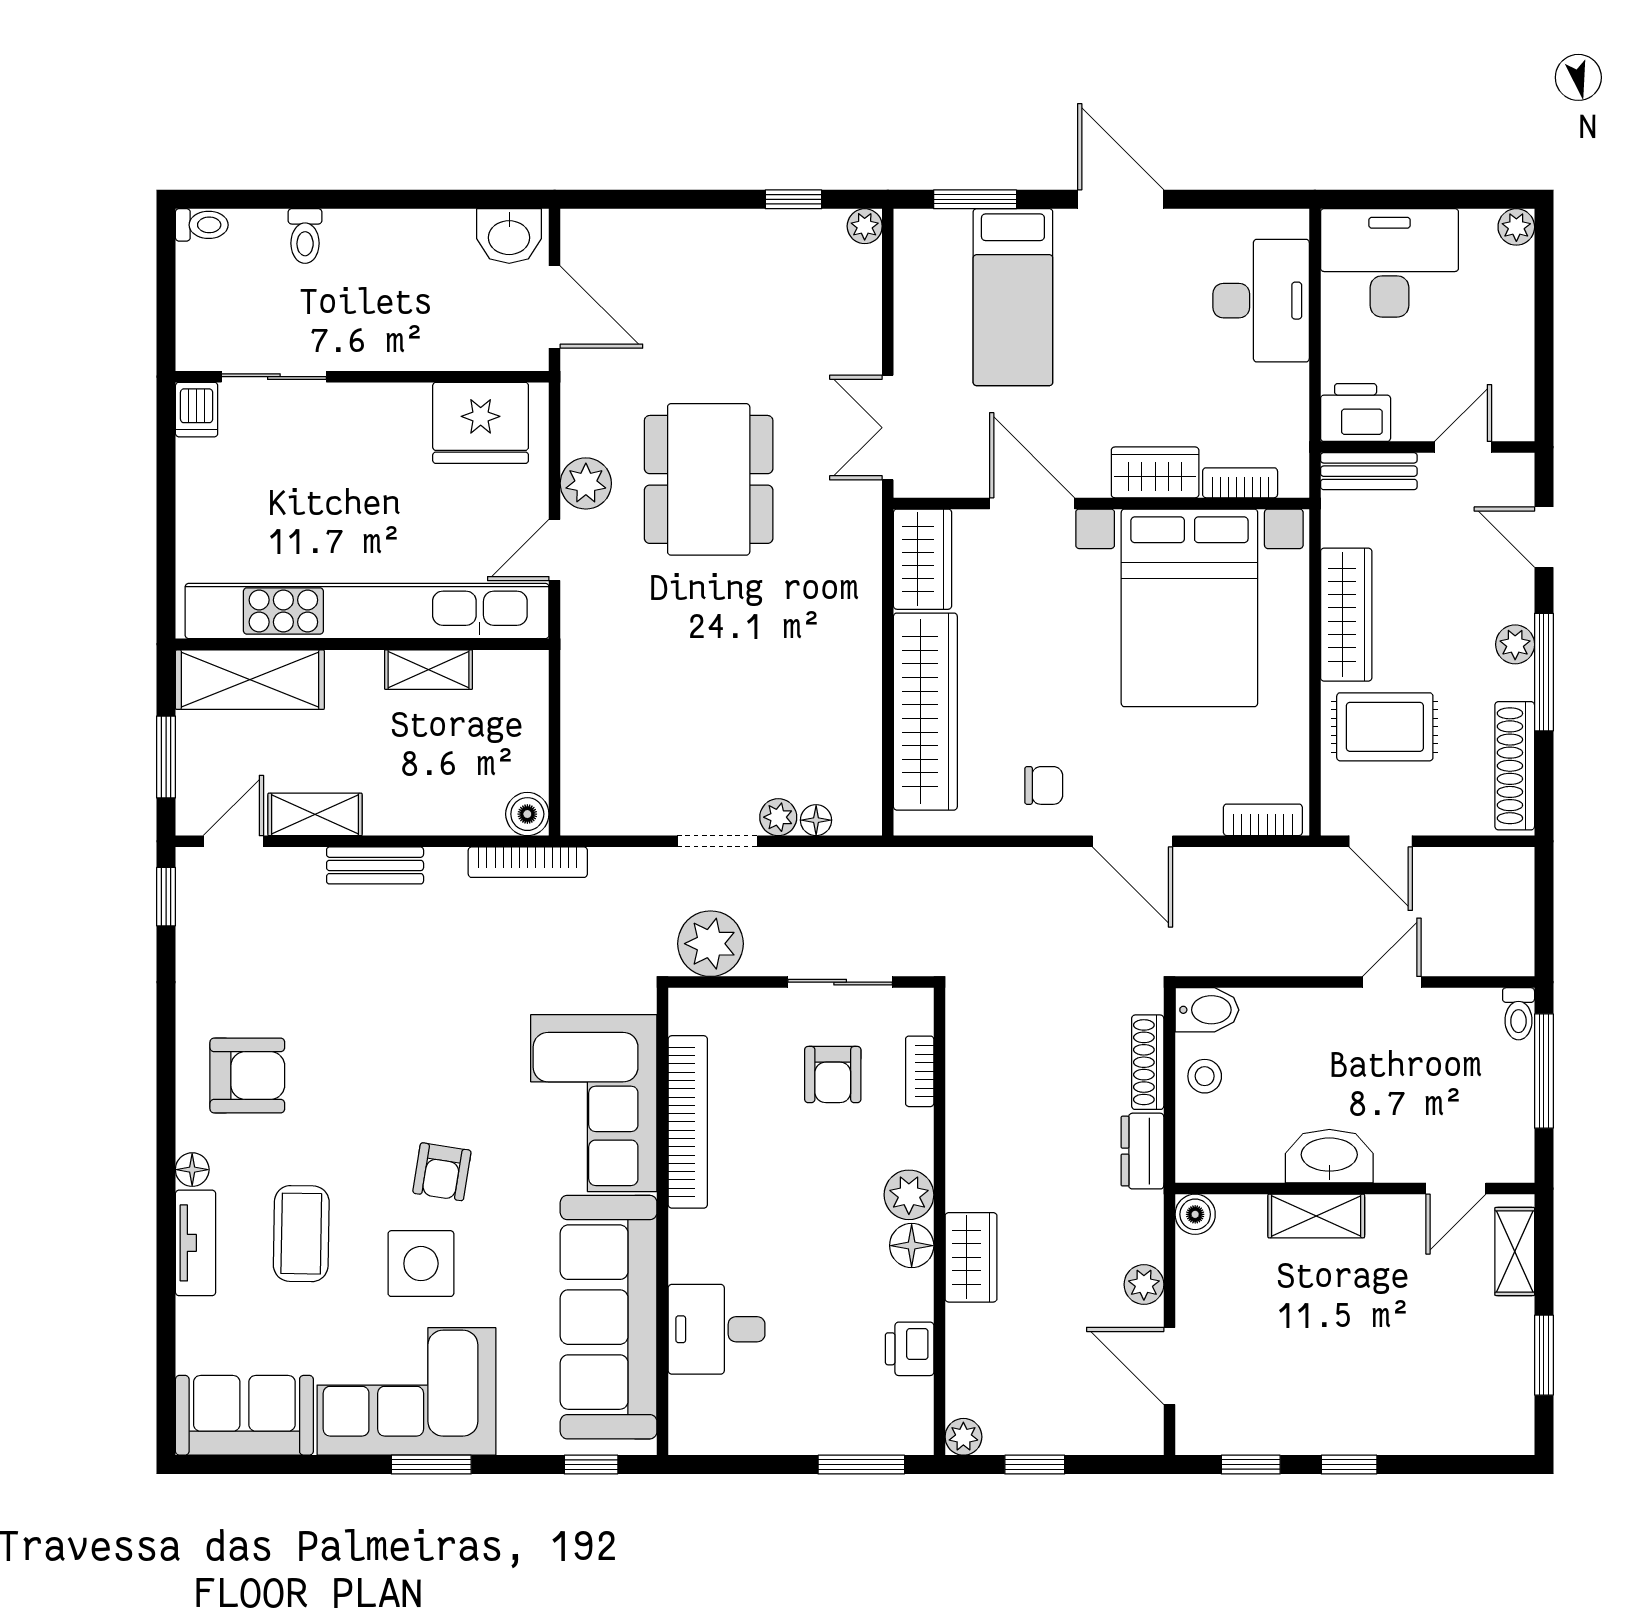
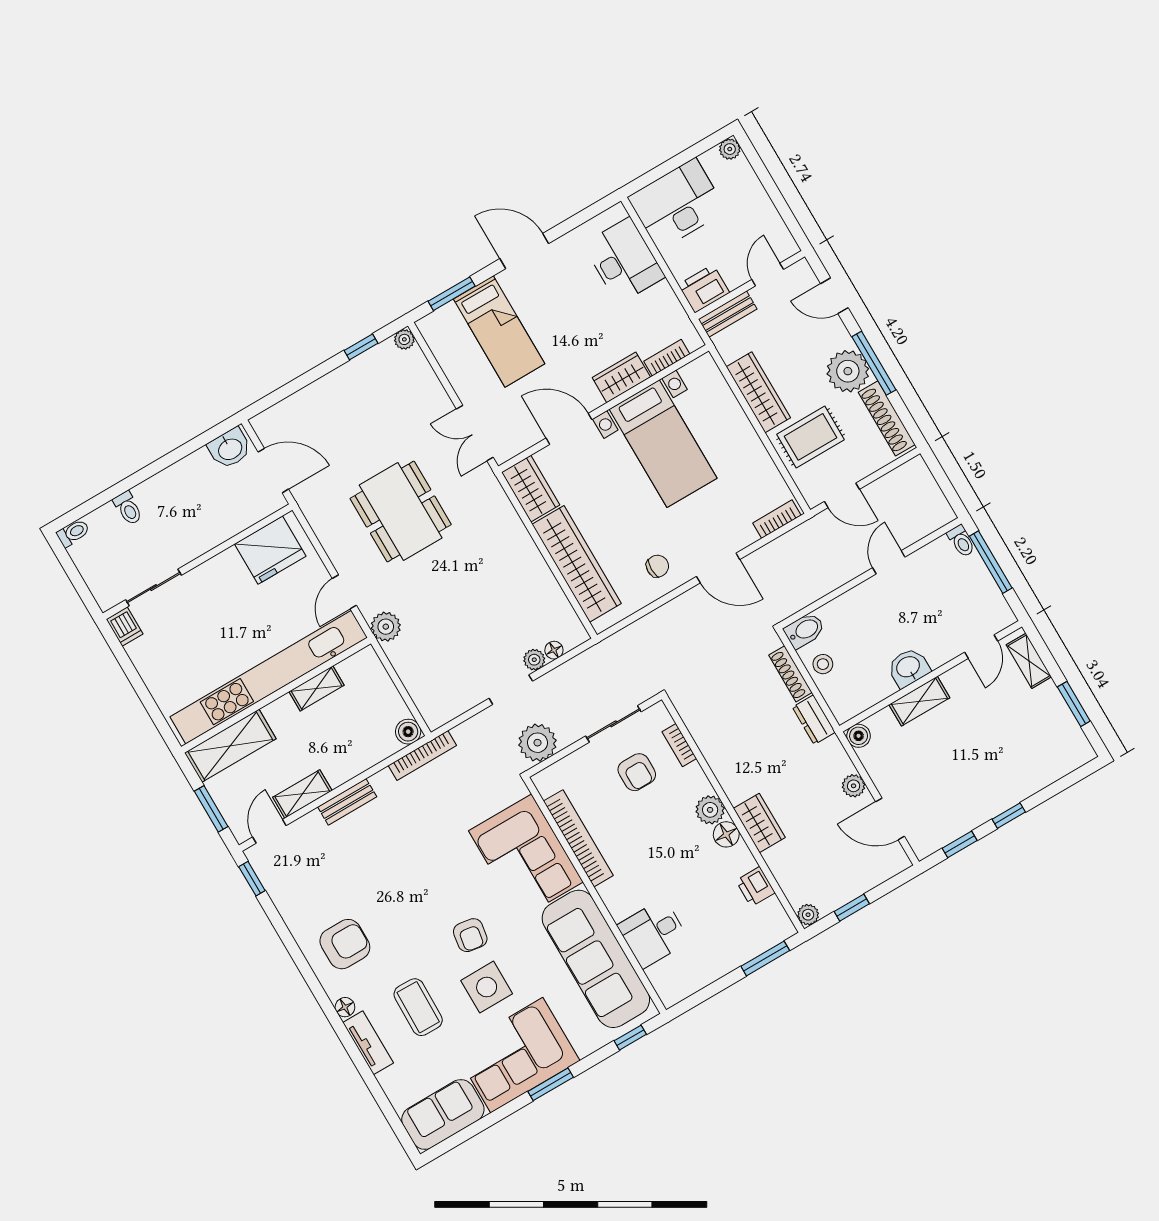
plant: (586, 483) -> (386, 627), moved
bed with nightstands: (1189, 608) -> (663, 444), width x0.73
plant: (1515, 644) -> (848, 371), width x1.87, depth x1.87
washbasin: (1329, 1156) -> (908, 668), width x0.72

